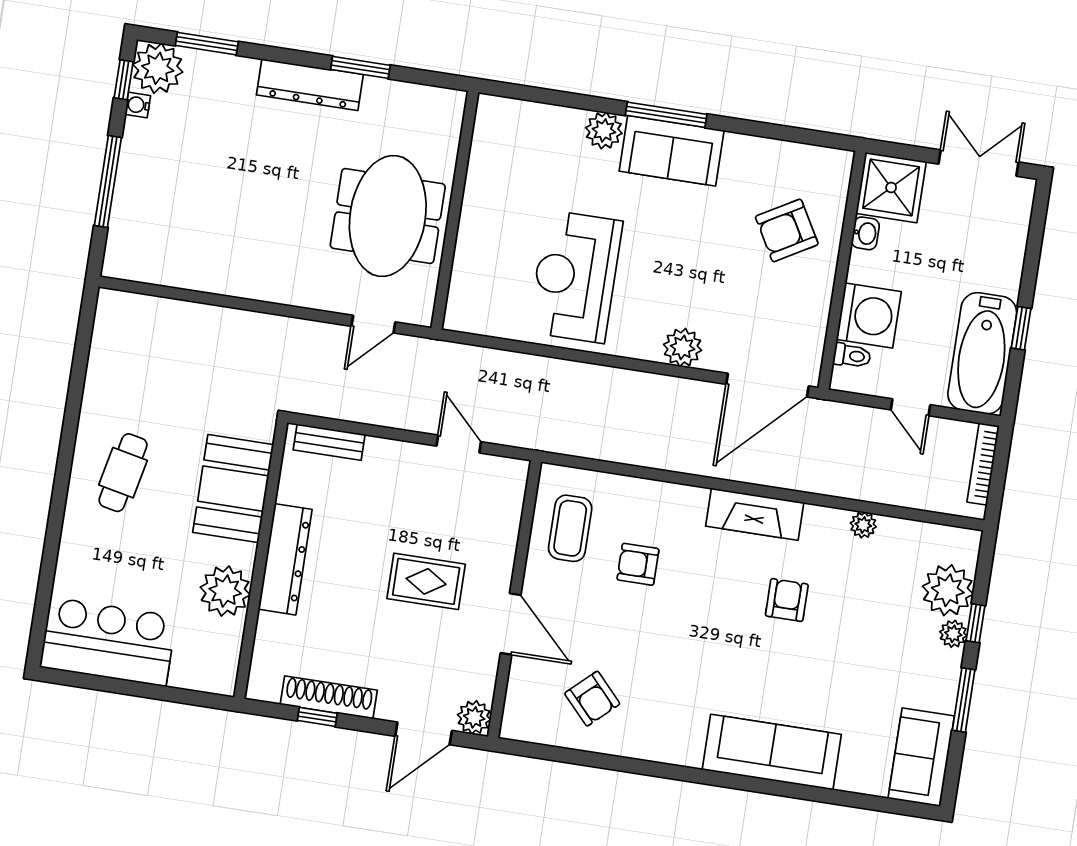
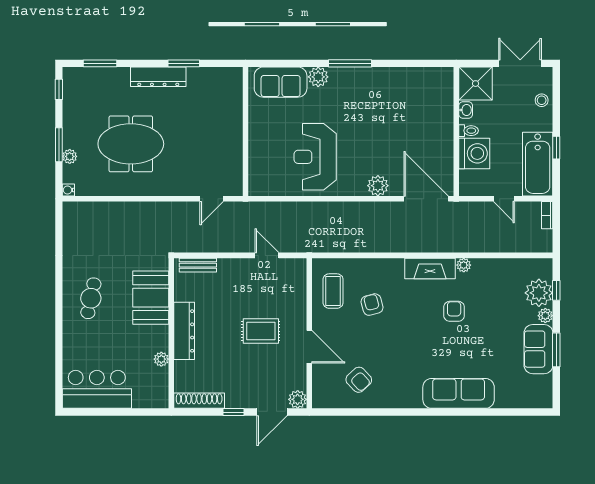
plant: (158, 68) -> (70, 156), moved, width x0.53, depth x0.53
water cooler: (138, 105) -> (68, 190), moved
sofa: (672, 151) -> (281, 82), moved
window: (108, 182) -> (59, 145), width x0.69
meeting table: (388, 216) -> (131, 144), moved, turned 90
armchair: (787, 230) -> (424, 115), removed
stool: (1008, 237) -> (542, 100), added
toilet: (852, 356) -> (469, 131), moved
door: (767, 385) -> (426, 199), swing flipped
bookcase: (983, 464) -> (547, 215), width x0.64
plant: (863, 525) -> (464, 265), moved
armchair: (638, 564) -> (372, 305), turned 75
plant: (225, 591) -> (161, 359), width x0.53, depth x0.53
window: (976, 623) -> (556, 290), moved
shoe rack: (329, 697) -> (199, 401), moved
window: (317, 717) -> (234, 412), moved
sofa: (921, 757) -> (538, 349), moved

